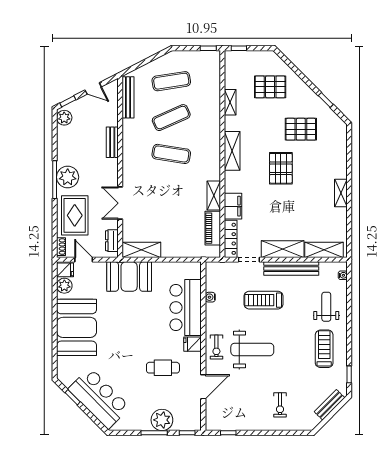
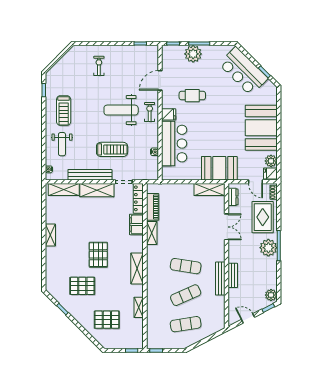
bench: (128, 97) -> (220, 279), moved
bench: (330, 405) -> (59, 66), removed

